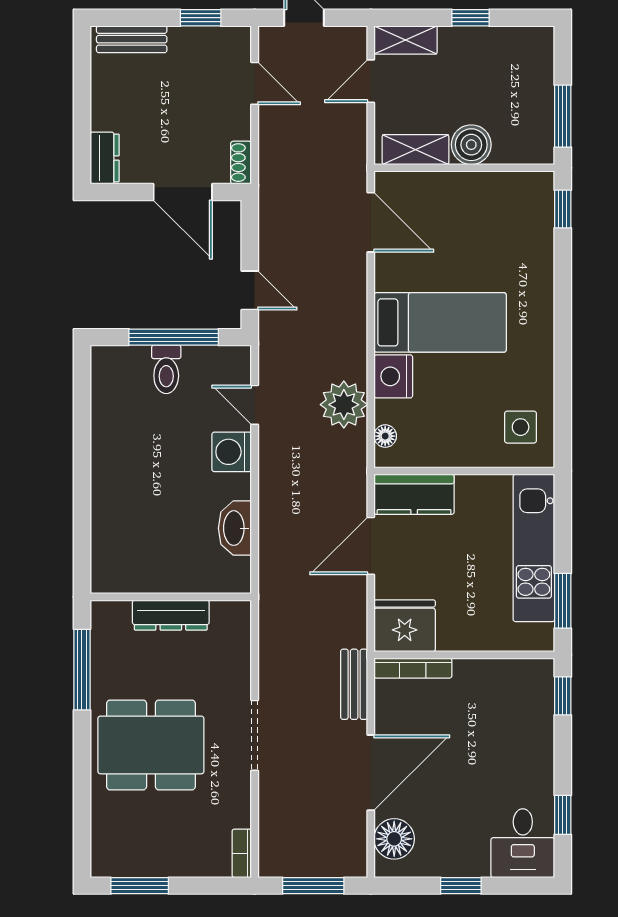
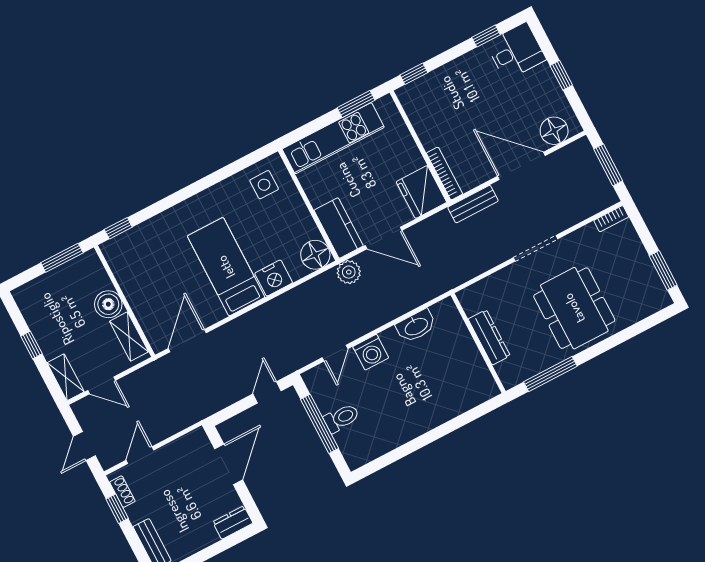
shoe rack: (241, 163) -> (122, 492), moved, turned -90
plant: (344, 405) -> (349, 272), moved, width x0.73, depth x0.73
floor lamp: (385, 436) -> (315, 255), width x1.89, depth x1.89

